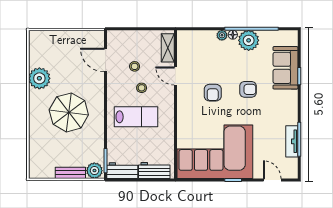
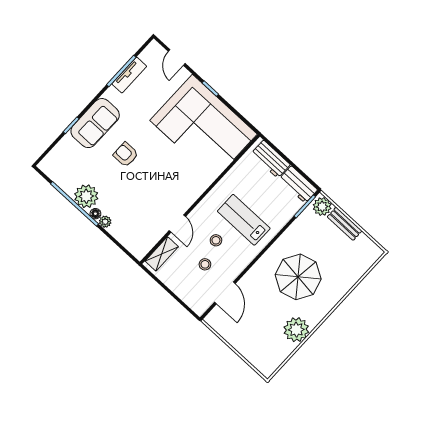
sofa: (285, 68) -> (95, 123), moved
armchair: (213, 93) -> (159, 180), removed

